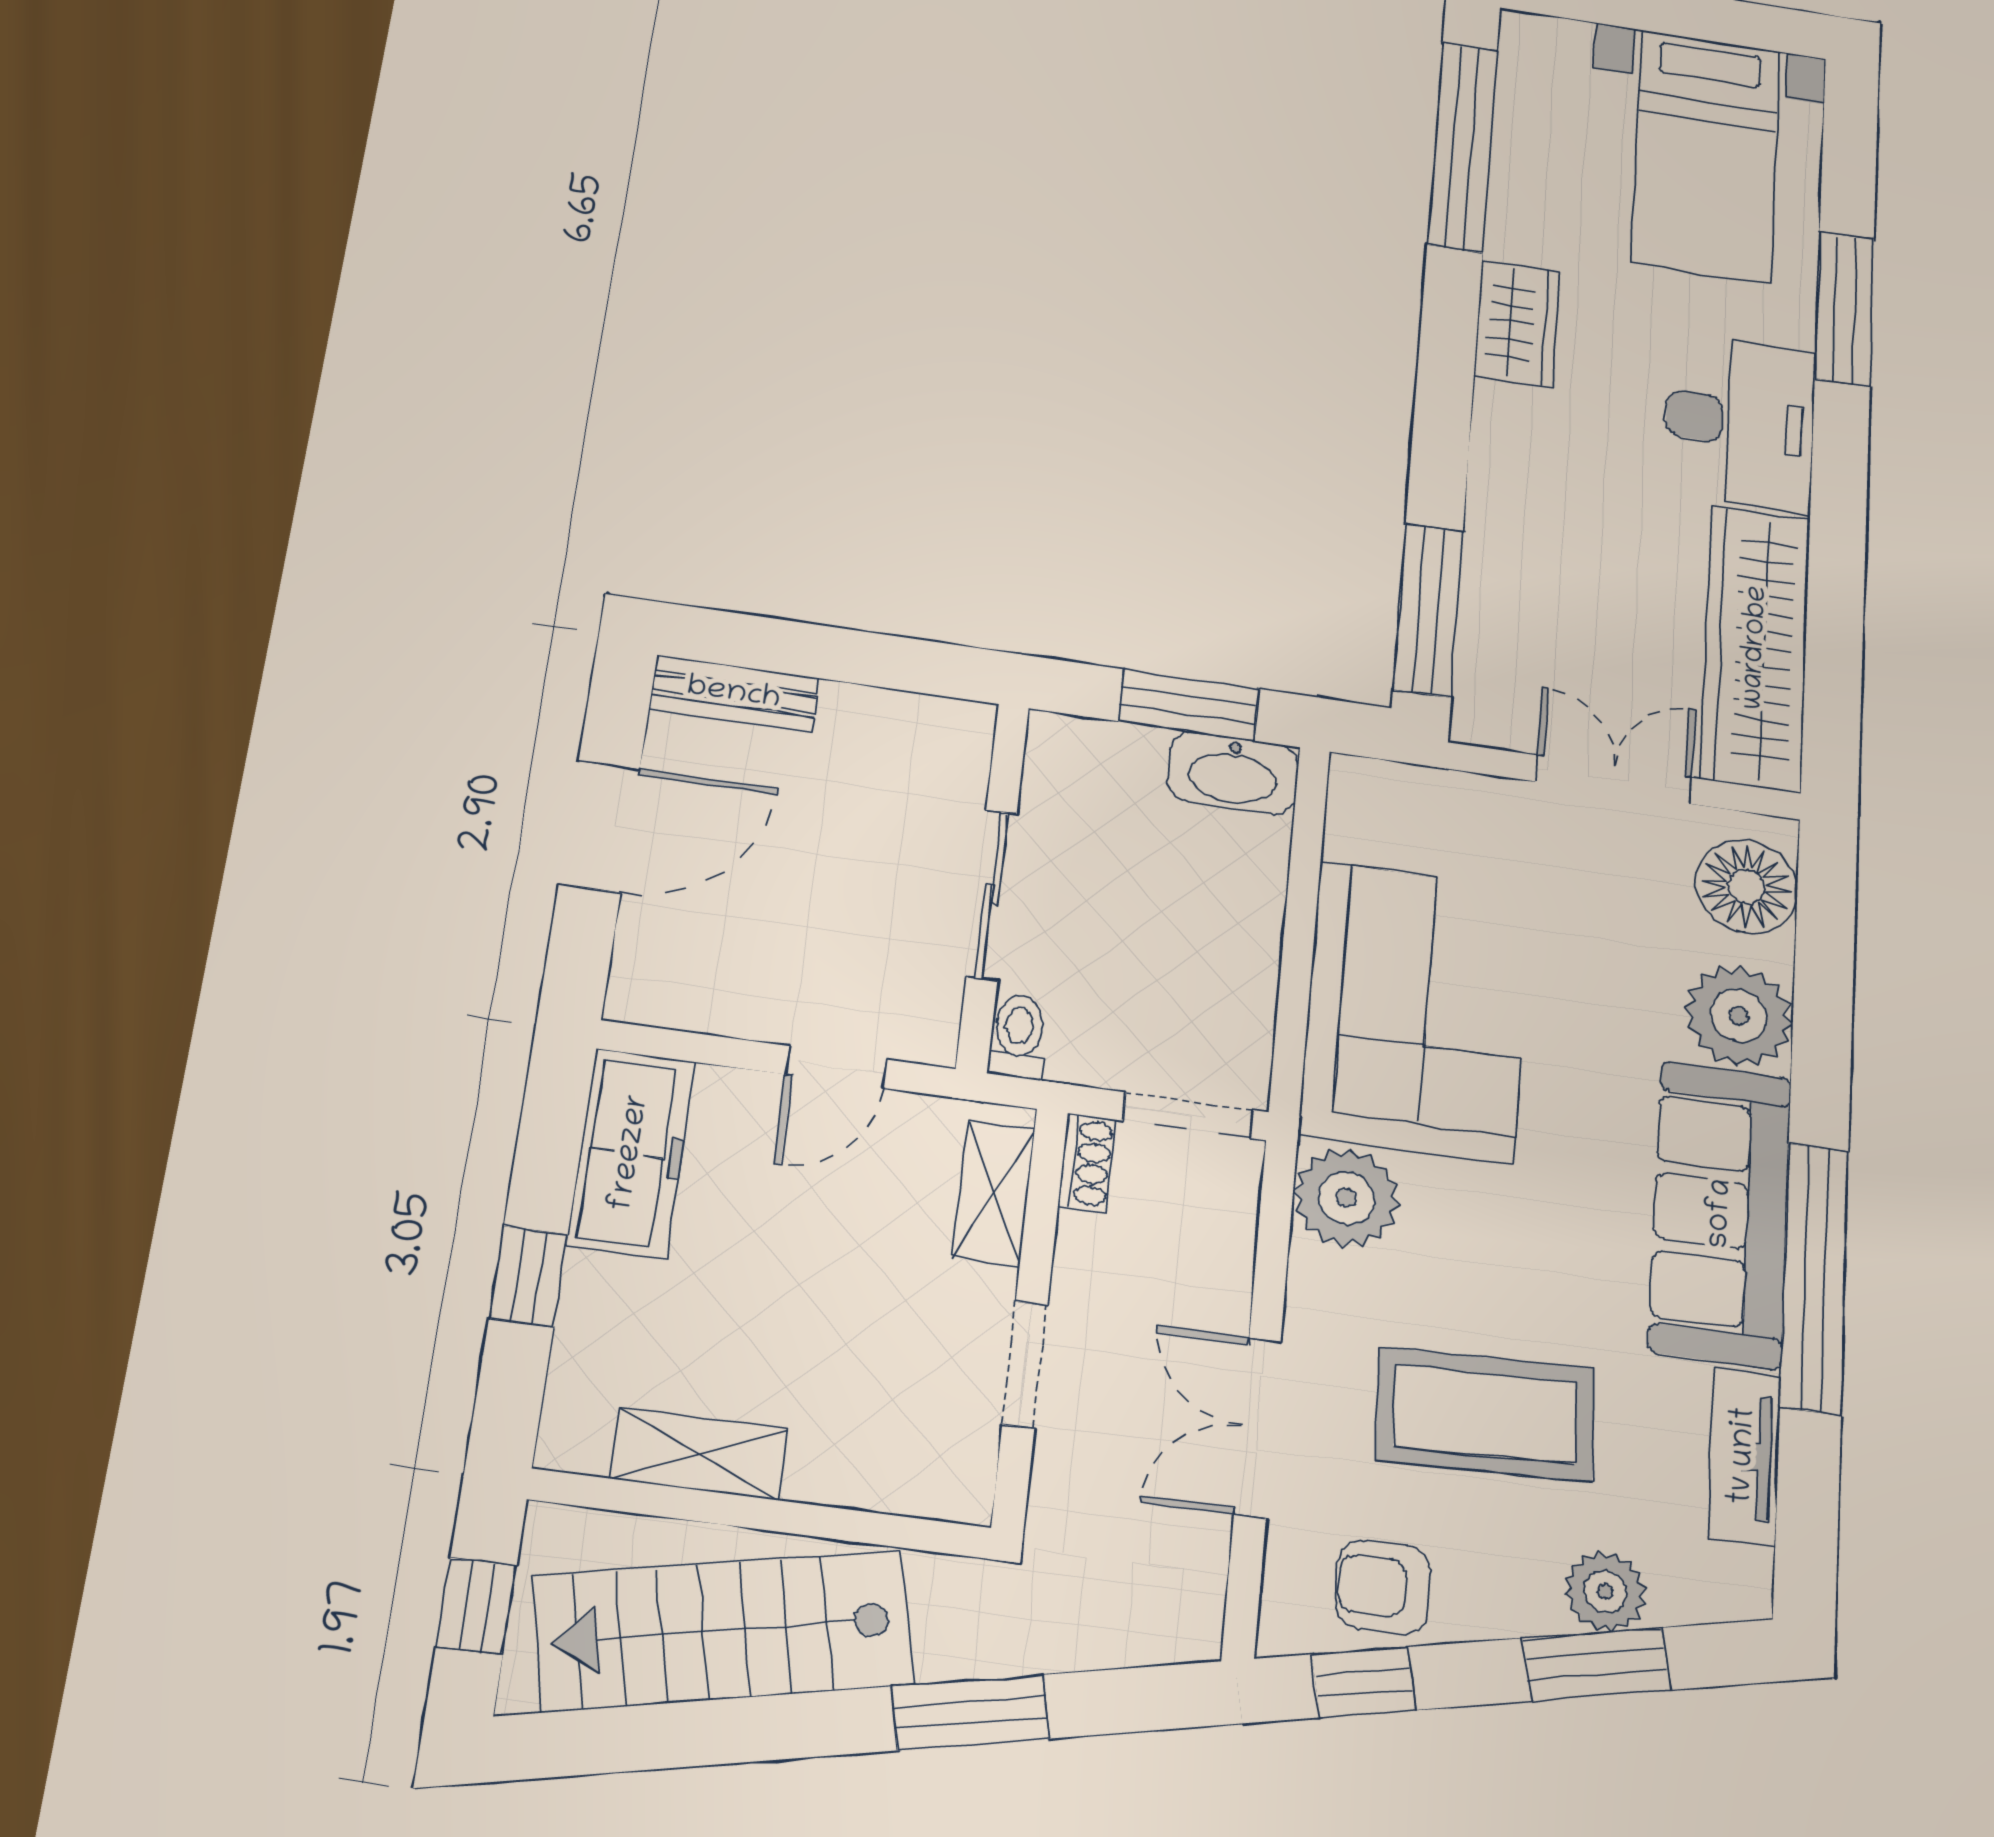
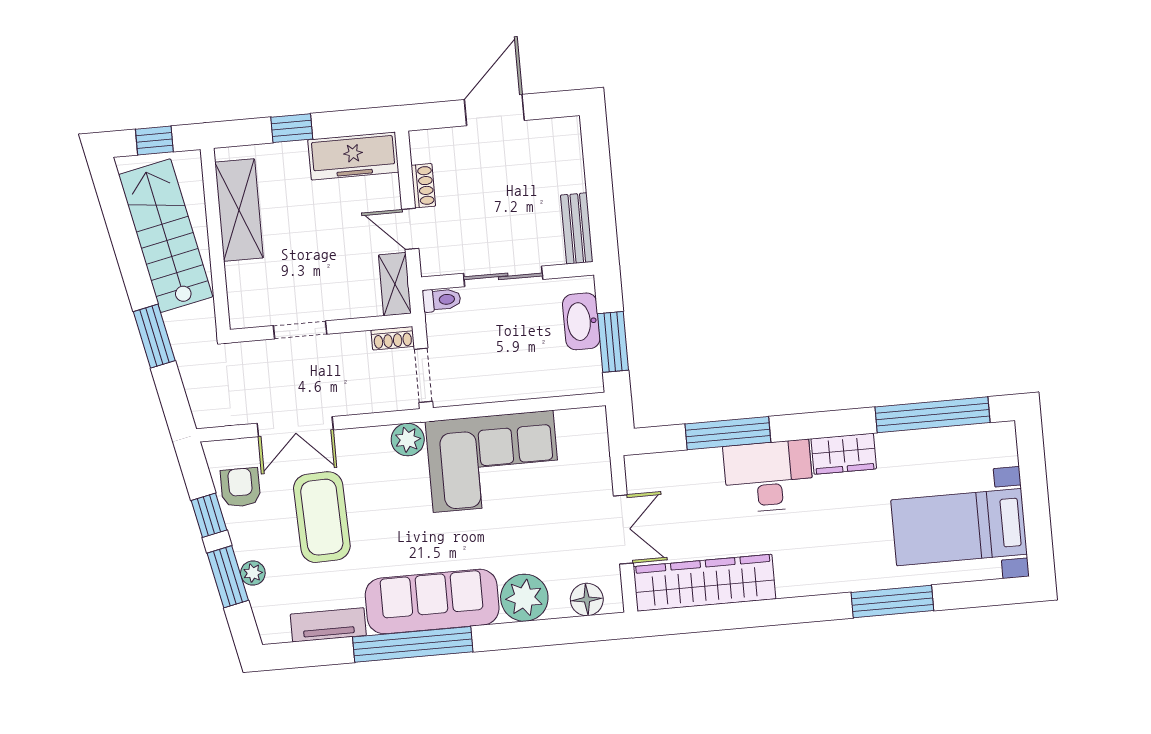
desk: (1740, 423) -> (769, 476), moved, turned 180
window: (1428, 610) -> (728, 433), moved
bench: (734, 694) -> (577, 228), moved
washbasin: (1233, 773) -> (581, 321), moved
door: (600, 826) -> (494, 110), swing flipped
floor lamp: (1747, 887) -> (587, 599), width x0.73, depth x0.73
shoe rack: (740, 1016) -> (423, 186), added
shelving: (994, 1193) -> (395, 284), moved, turned 90
plant: (1346, 1198) -> (408, 440), width x0.73, depth x0.73
double door: (1257, 1427) -> (295, 427), swing flipped
shelving: (699, 1454) -> (239, 210), width x1.50, depth x1.33
plant: (1605, 1591) -> (253, 573), width x0.73, depth x0.73
window: (1364, 1682) -> (209, 515), moved

